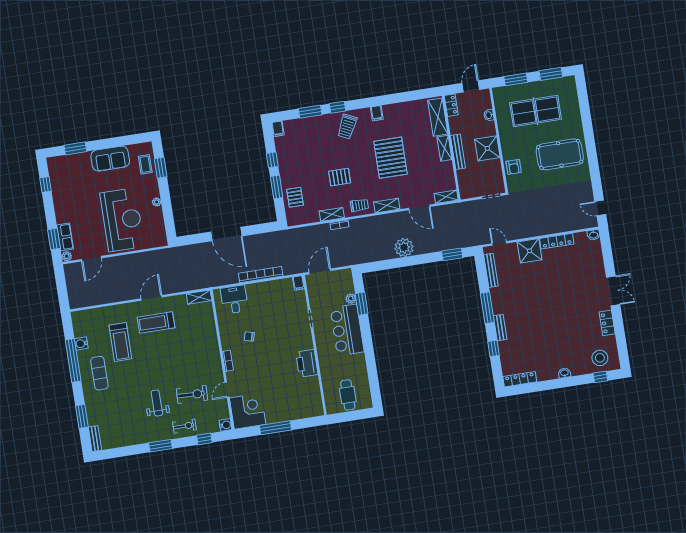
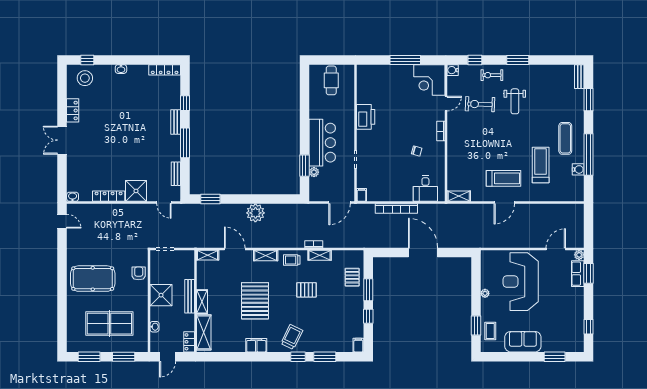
filing cabinet: (377, 113) -> (256, 345), width x2.00
bench: (491, 270) -> (176, 174), width x0.73

